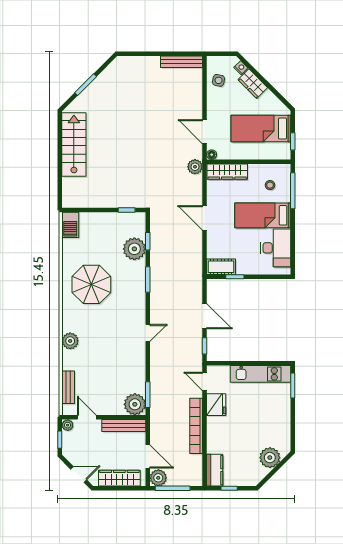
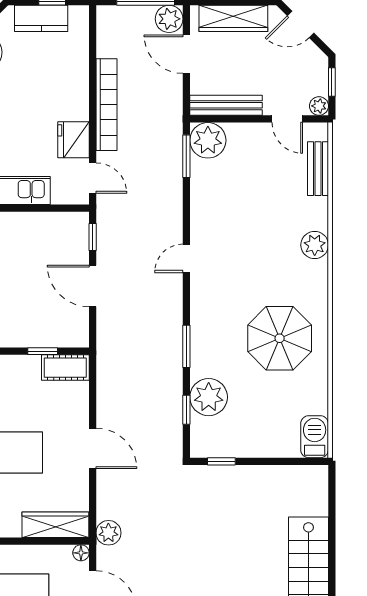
kitchen counter: (215, 470) -> (41, 18), moved, turned -90

